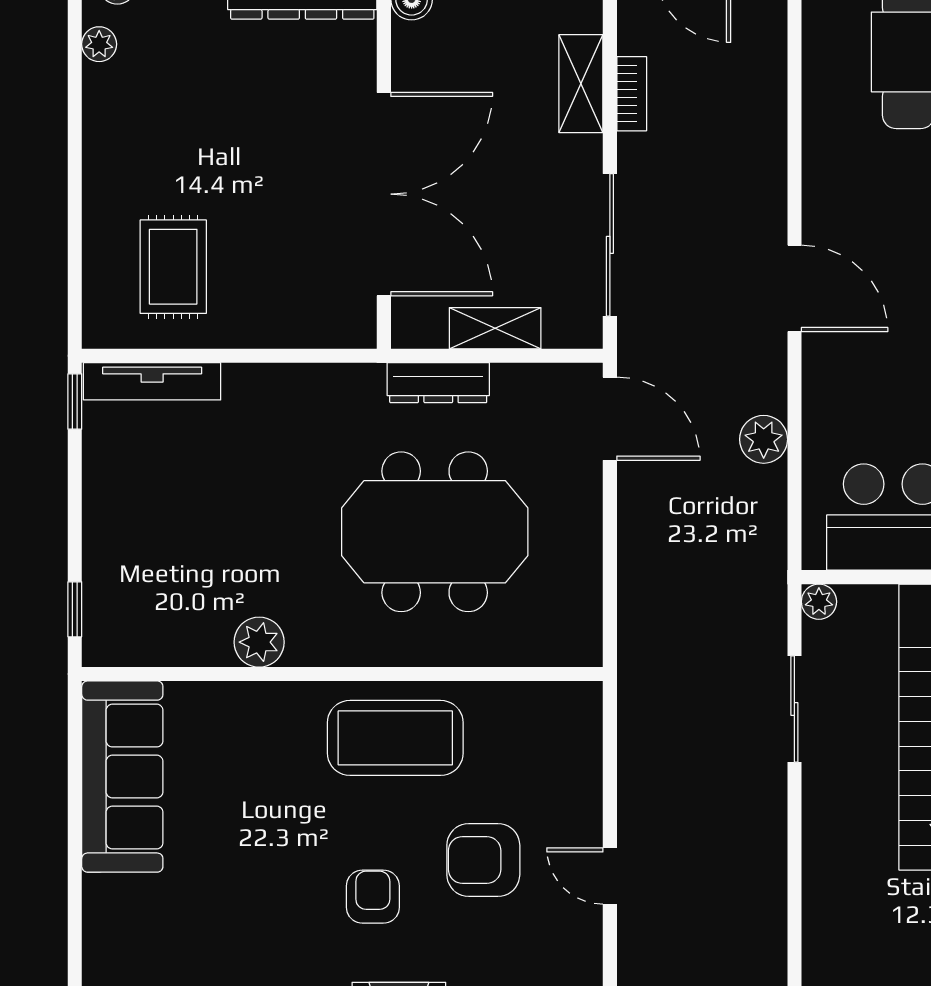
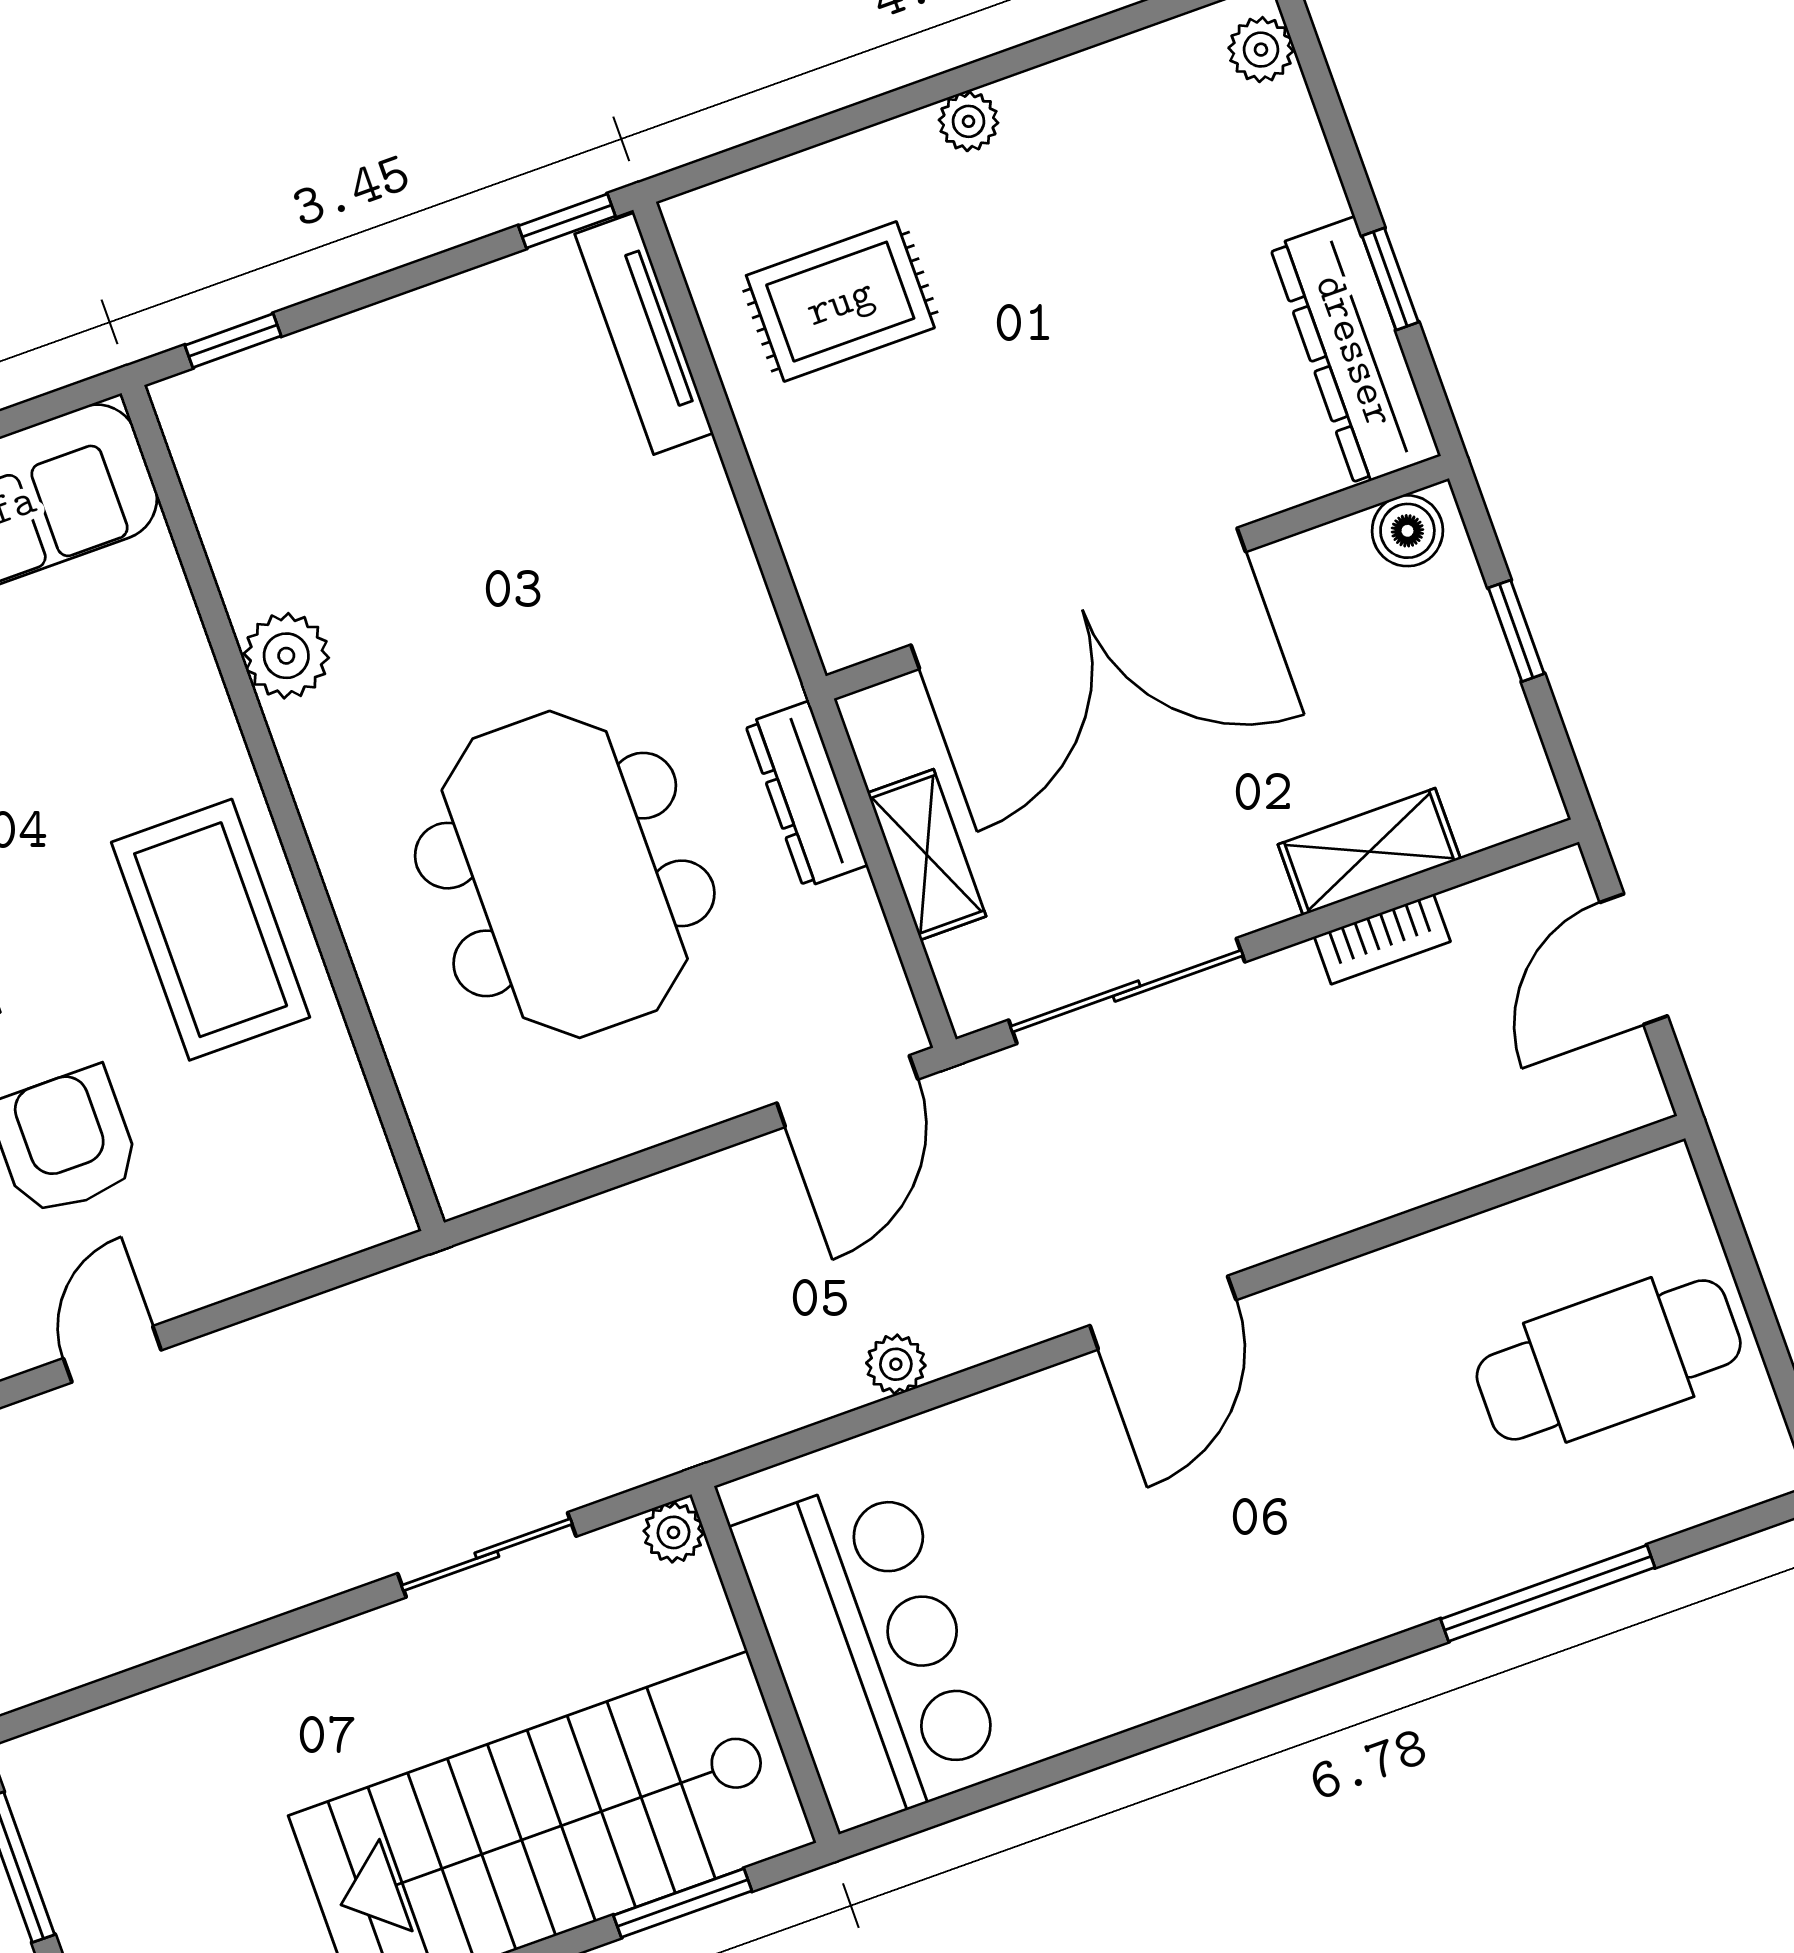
plant: (99, 44) -> (968, 121), moved
plant: (764, 439) -> (896, 1364), width x0.73, depth x0.73

